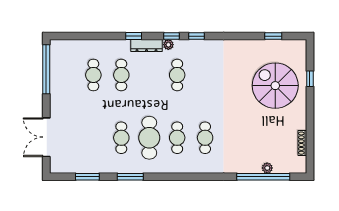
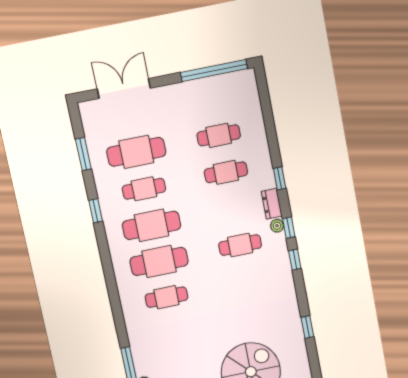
window: (273, 36) -> (307, 327), moved
dresser: (146, 46) -> (272, 204), width x0.70
cafe table: (93, 138) -> (136, 152), added
cafe table: (177, 138) -> (159, 261), width x1.37, depth x1.35
window: (130, 177) -> (96, 211), width x0.67

